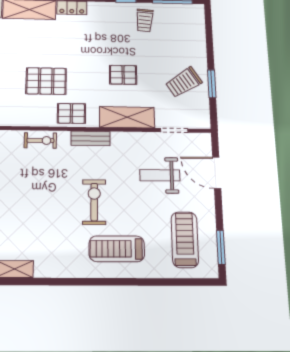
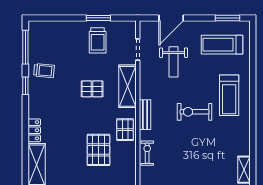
pallet: (123, 75) -> (92, 89), turned 90
trolley: (184, 82) -> (98, 40), turned 33

